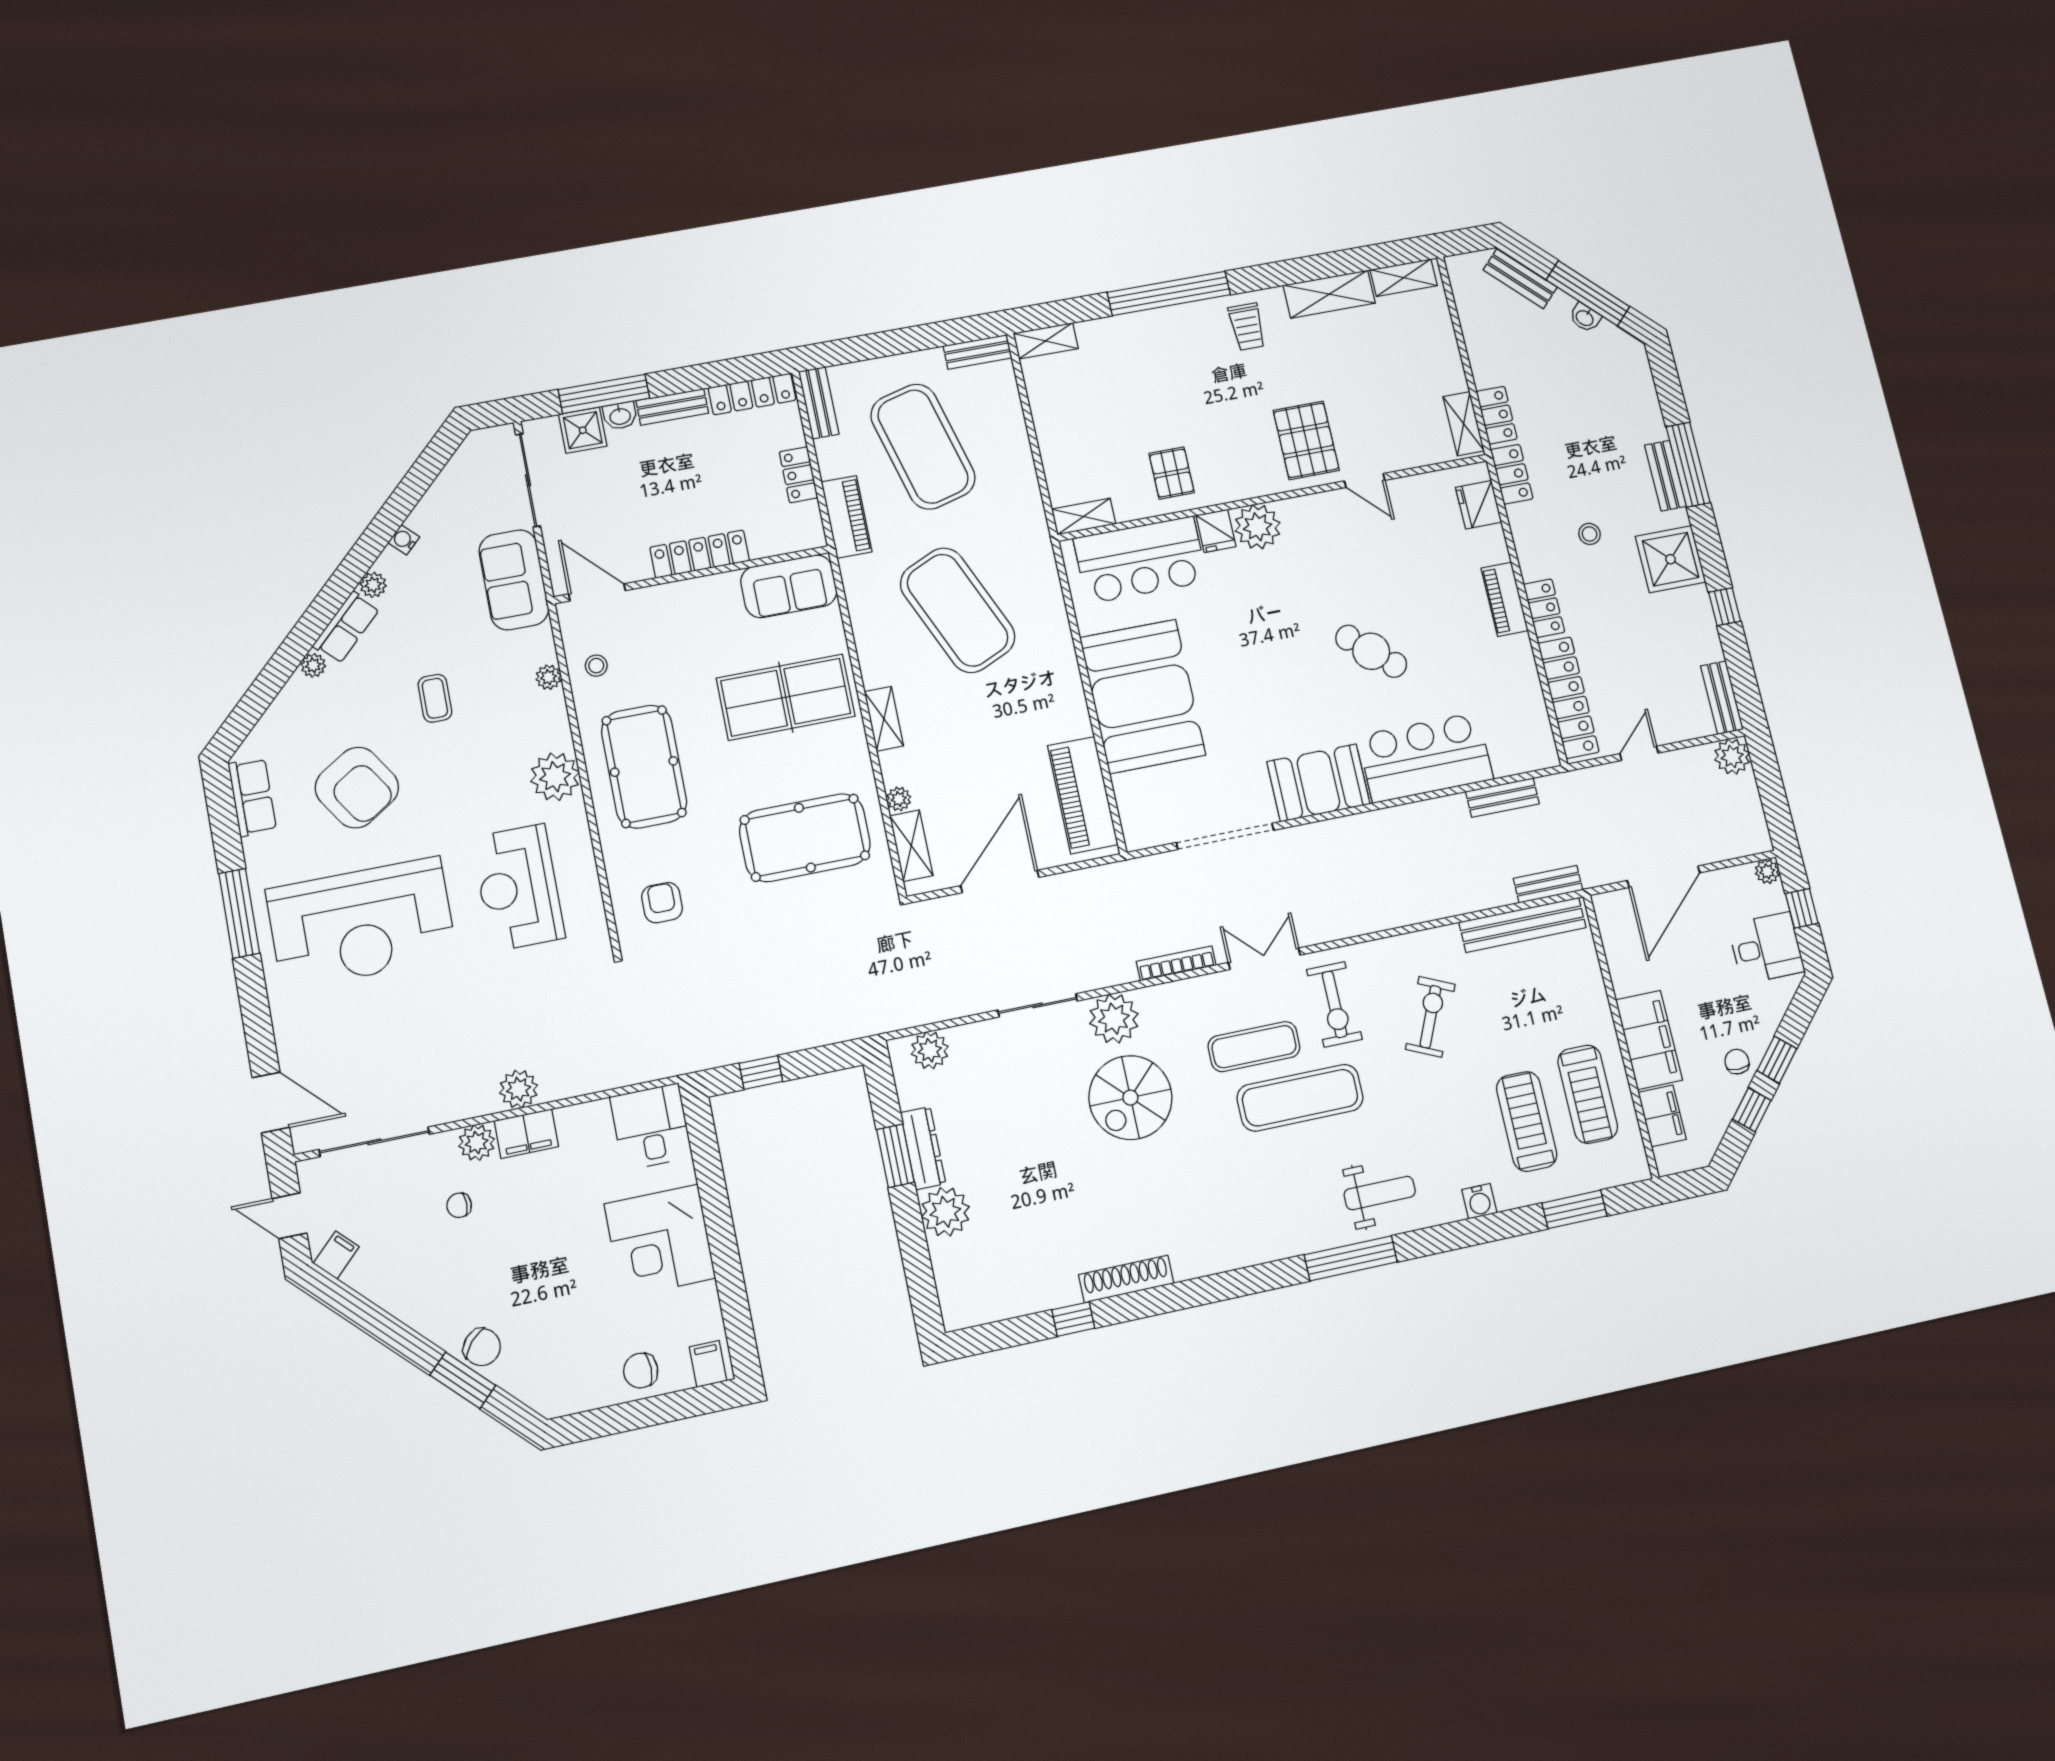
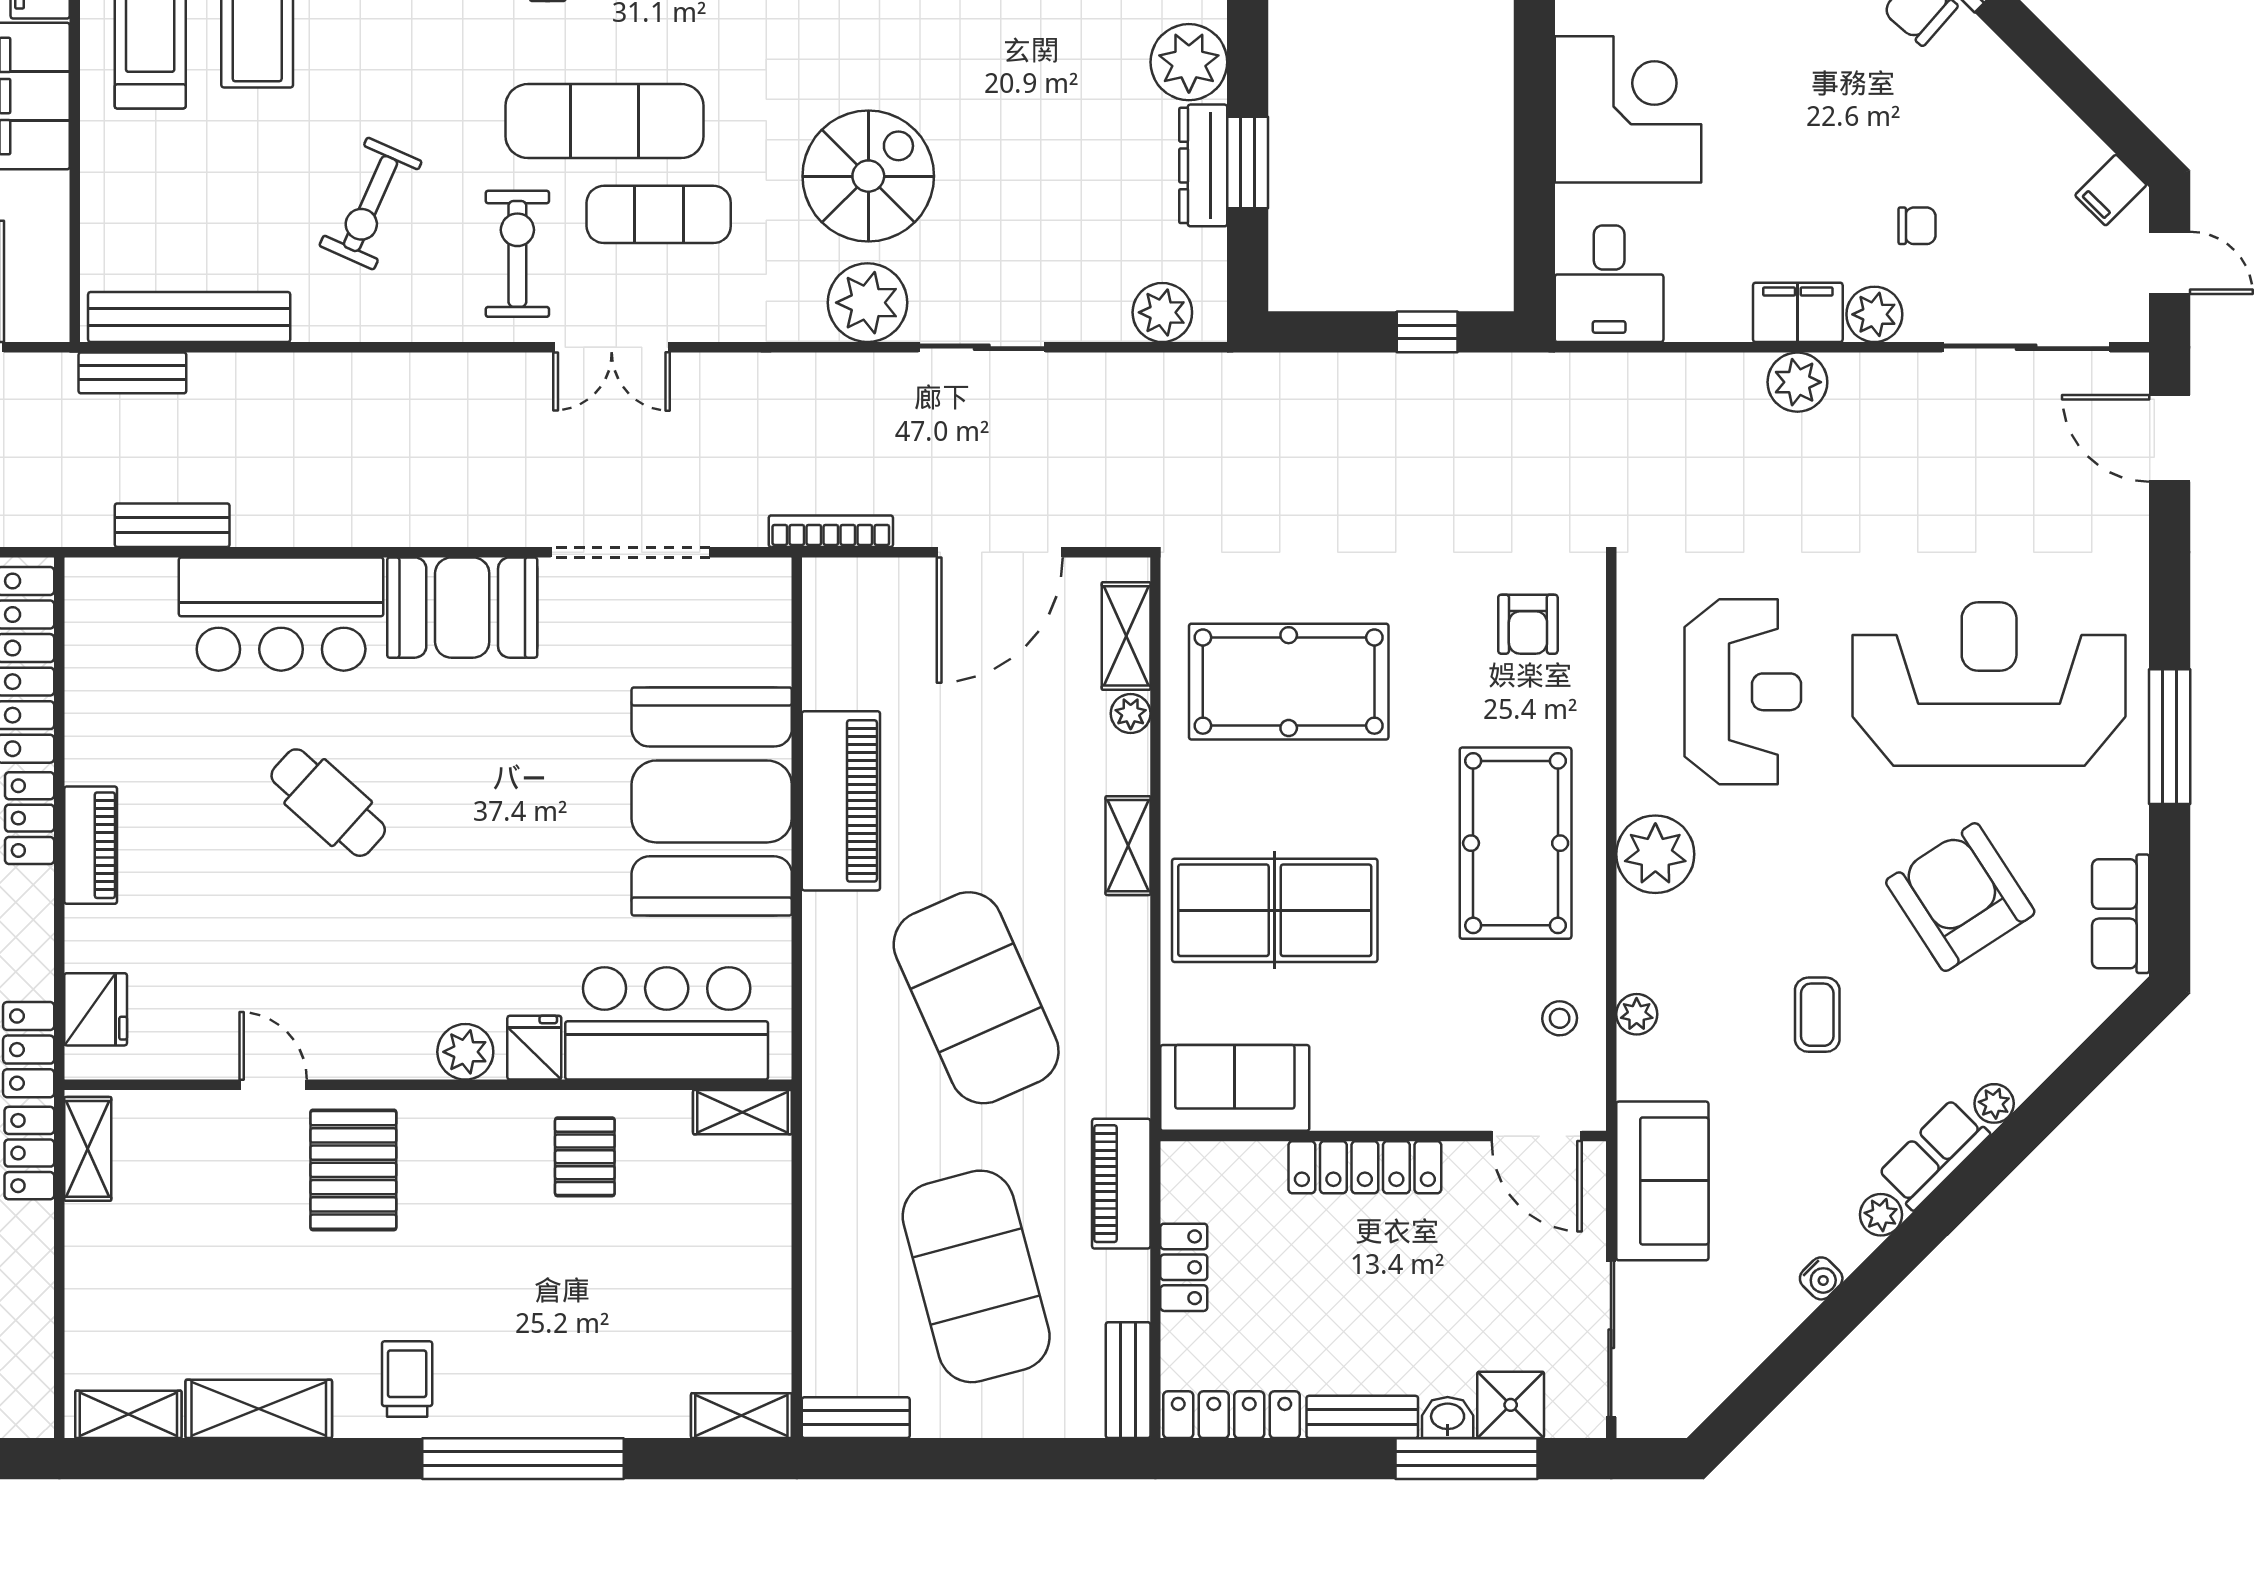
plant: (1258, 527) -> (465, 1052), width x0.73, depth x0.73
piano: (1083, 795) -> (841, 801), moved
bookcase: (1176, 963) -> (831, 531), moved, turned 180

